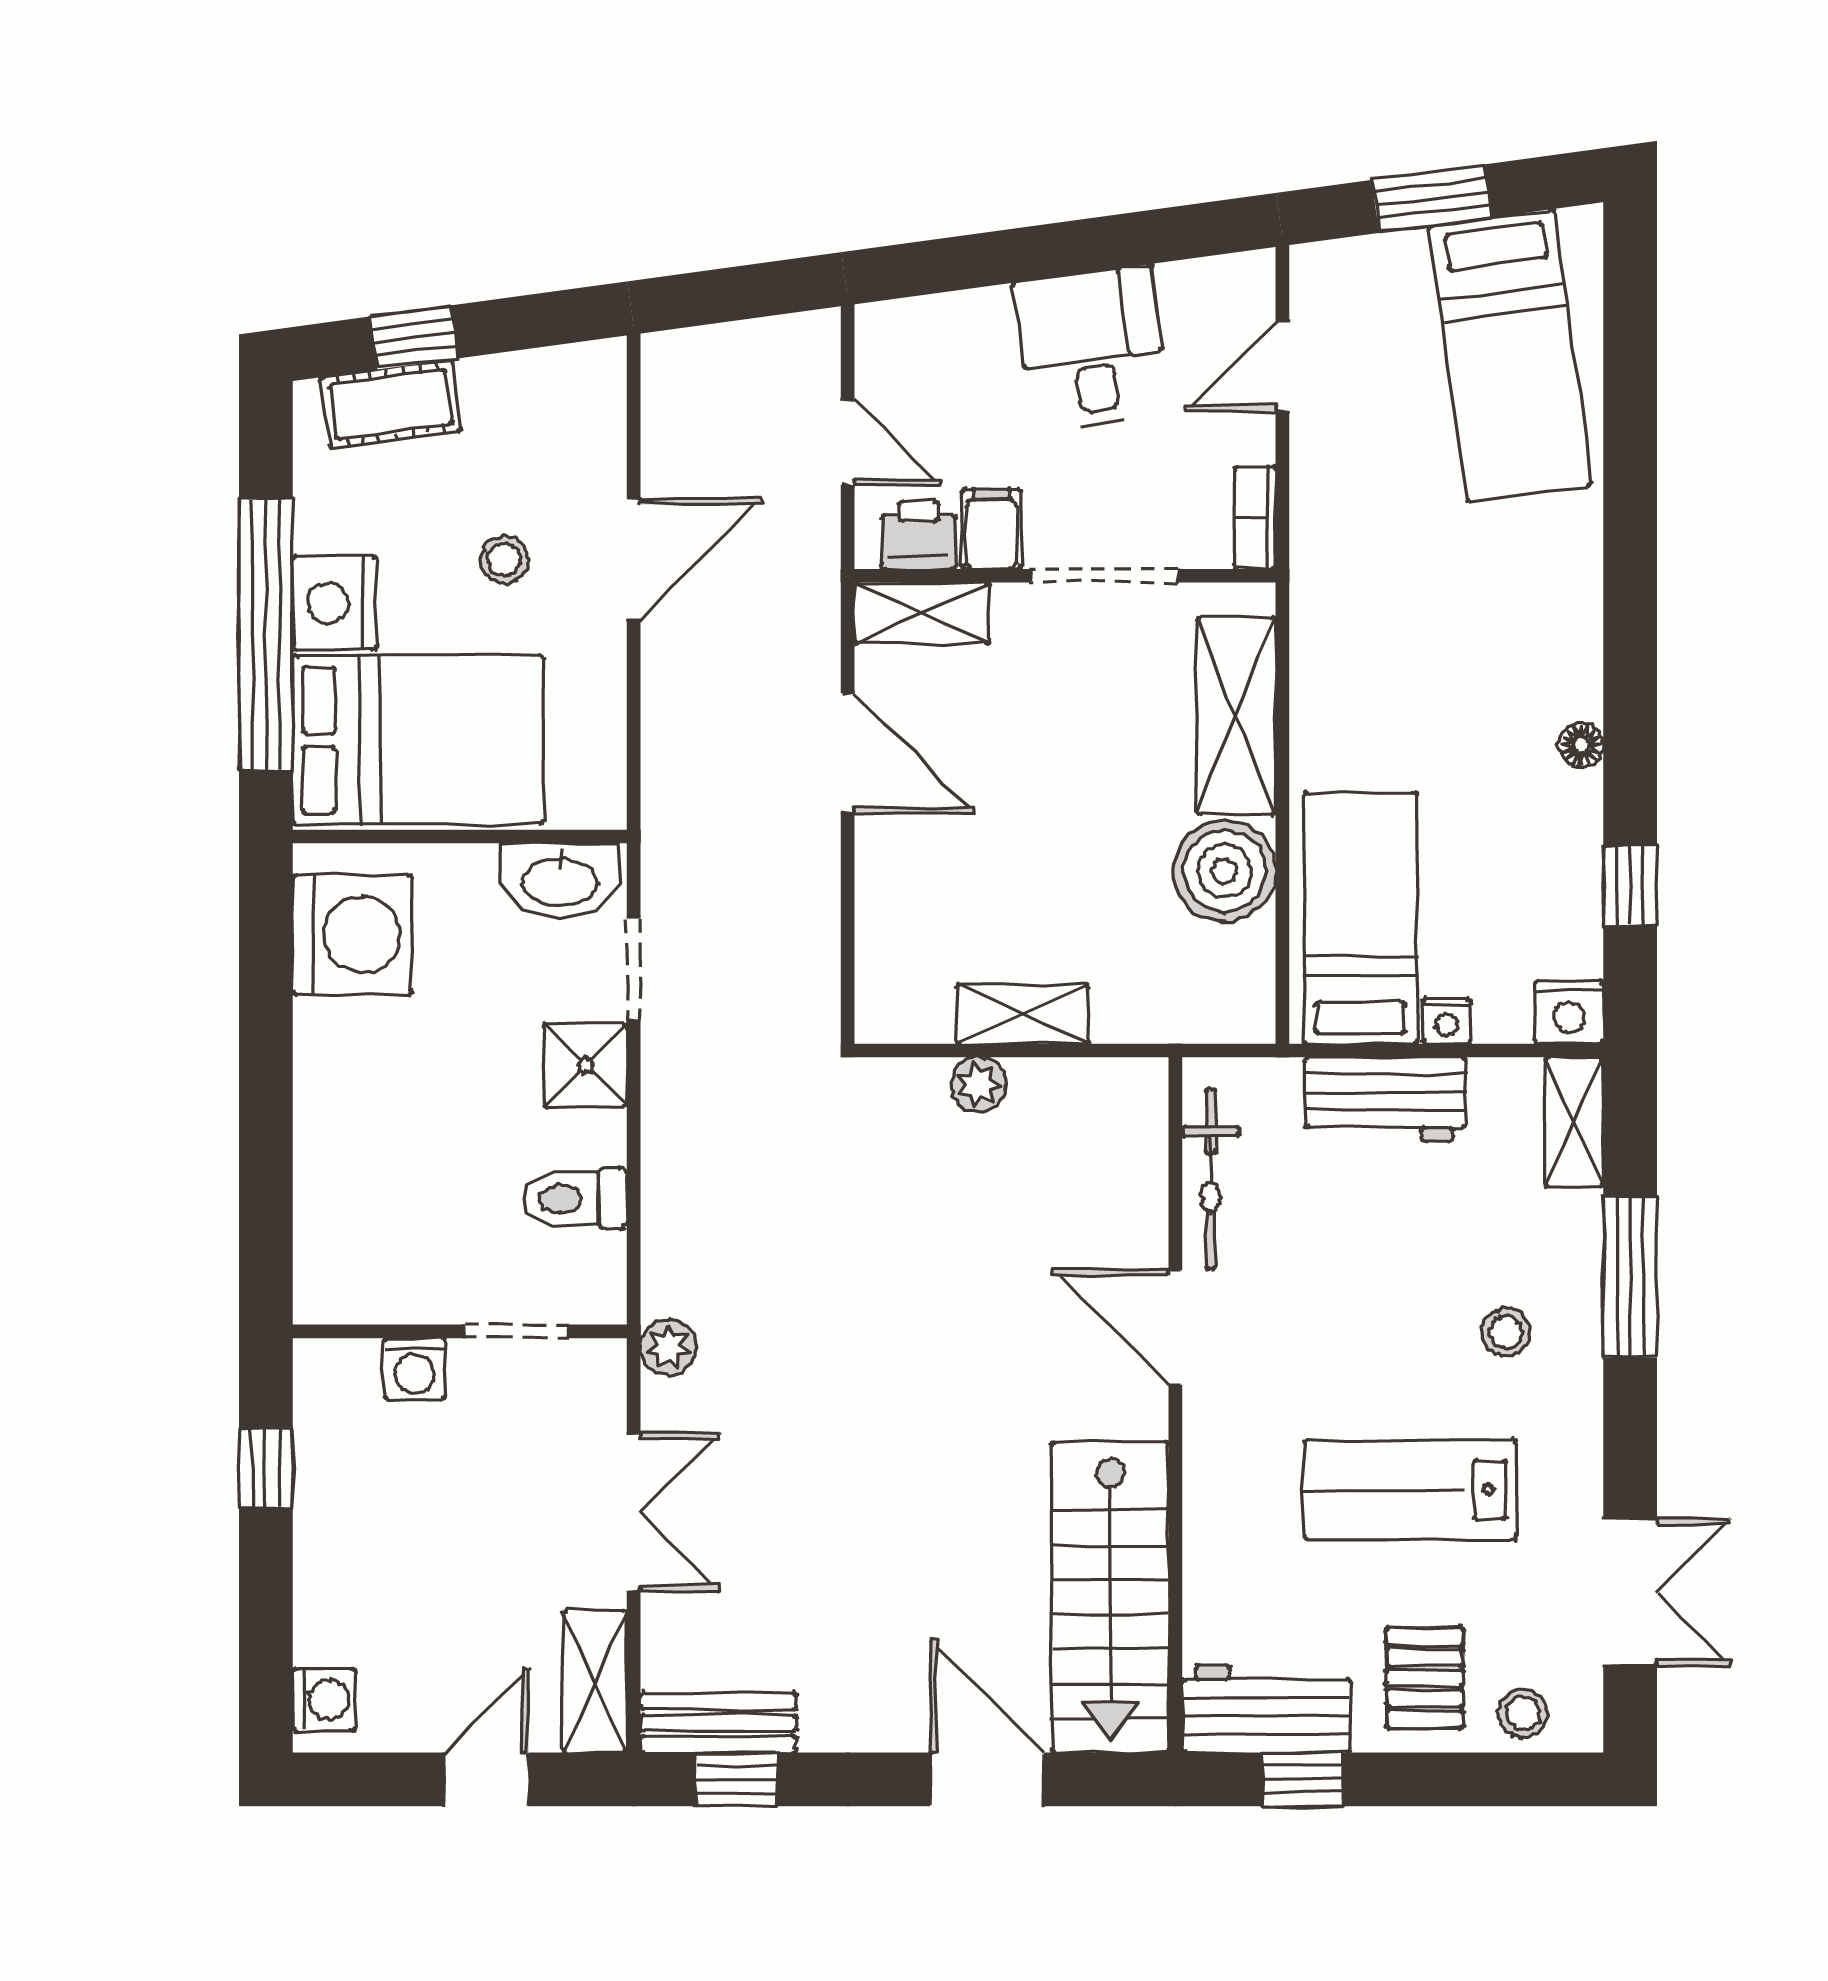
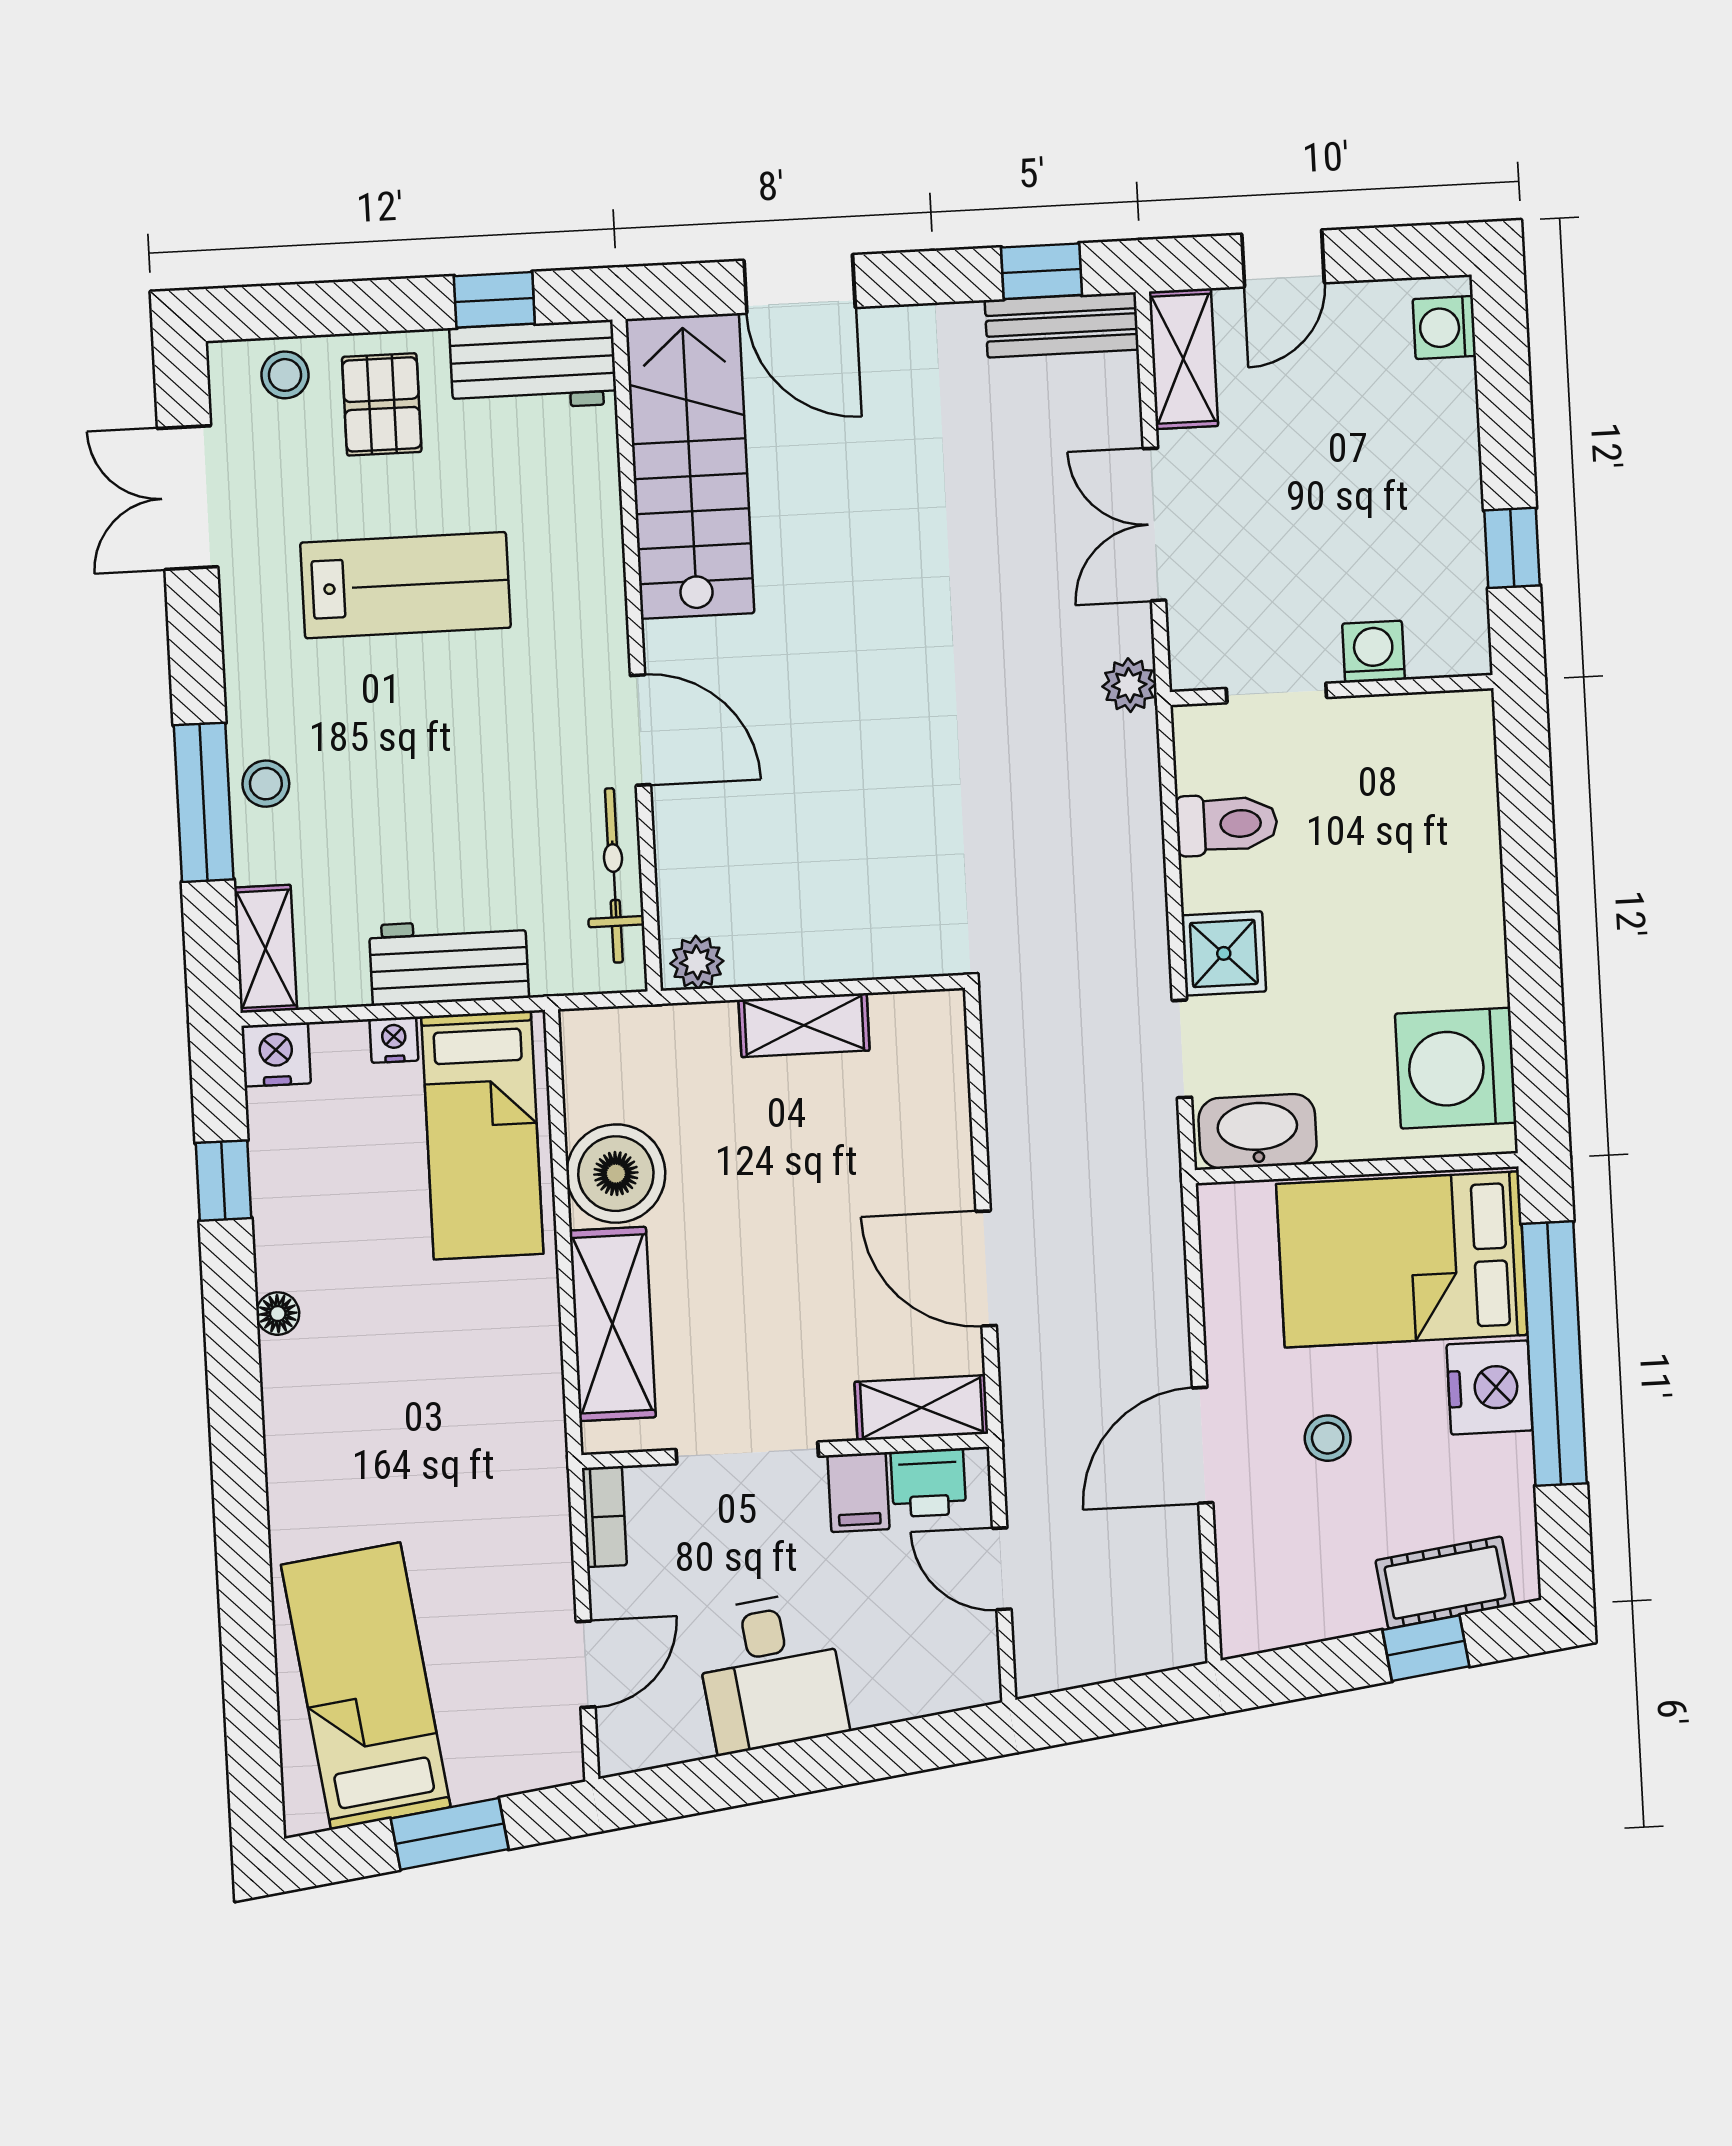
plant: (978, 1085) -> (697, 962), moved
stool: (1506, 1332) -> (266, 784), moved

